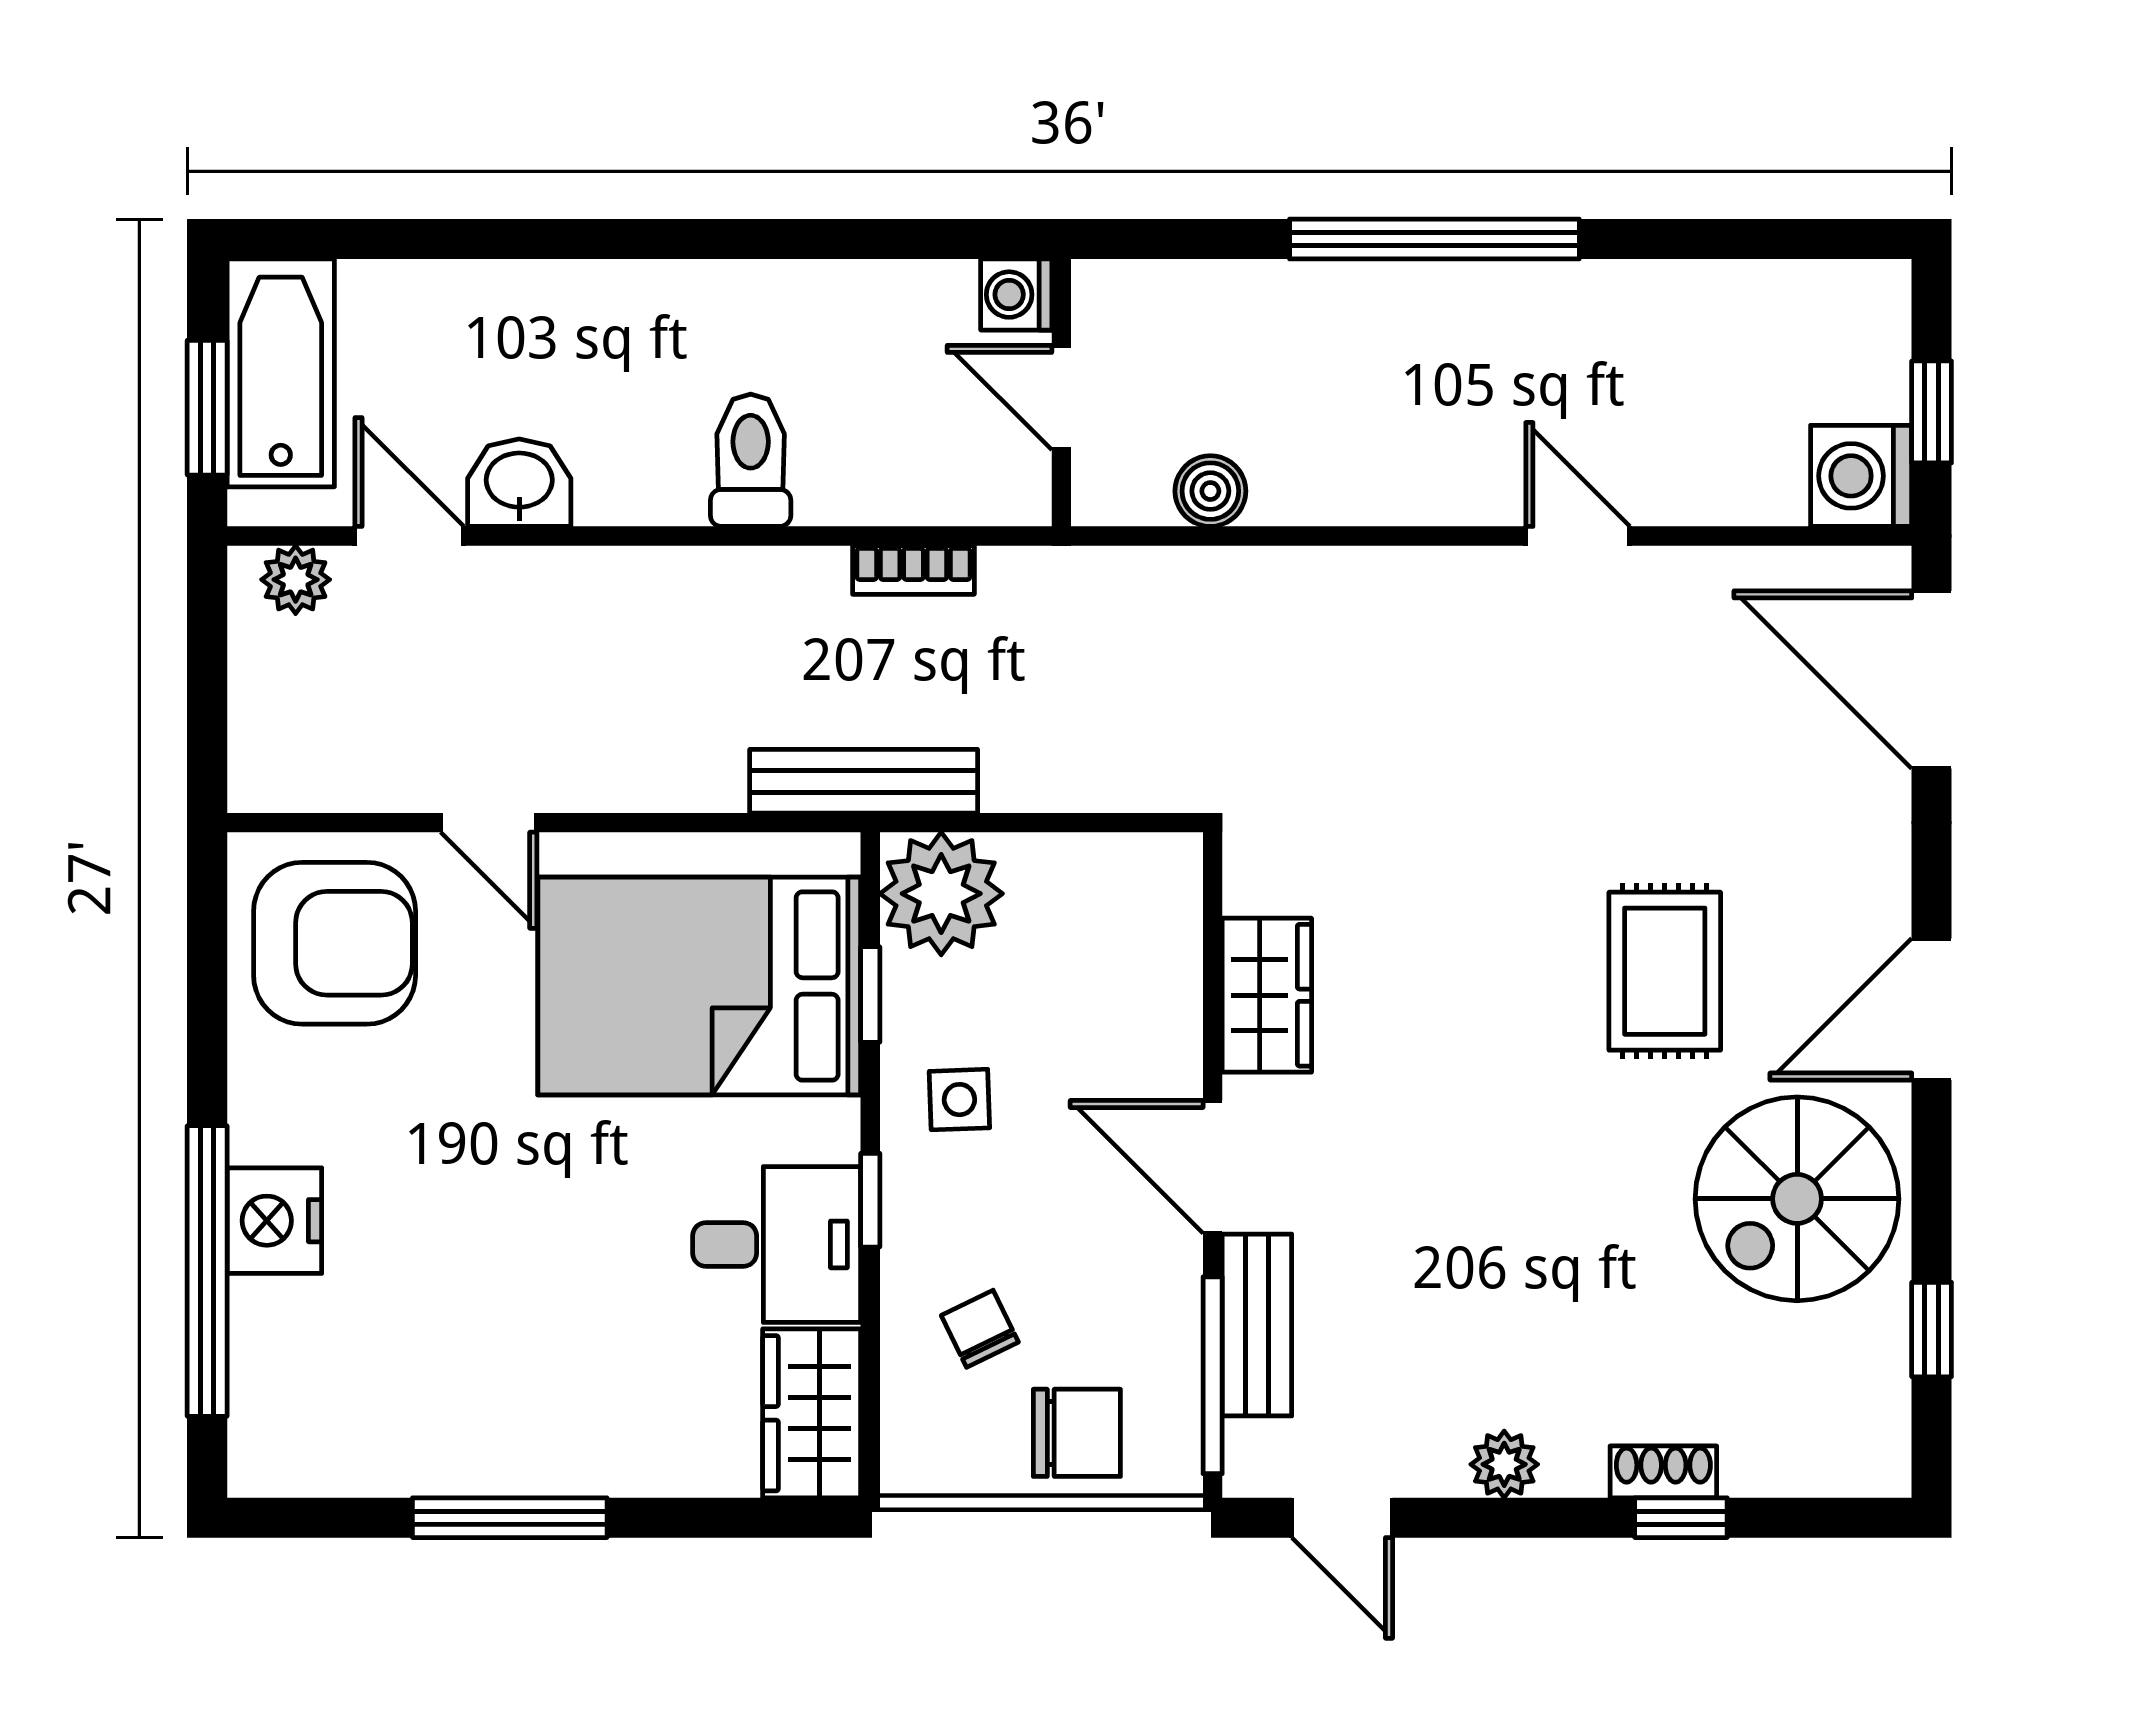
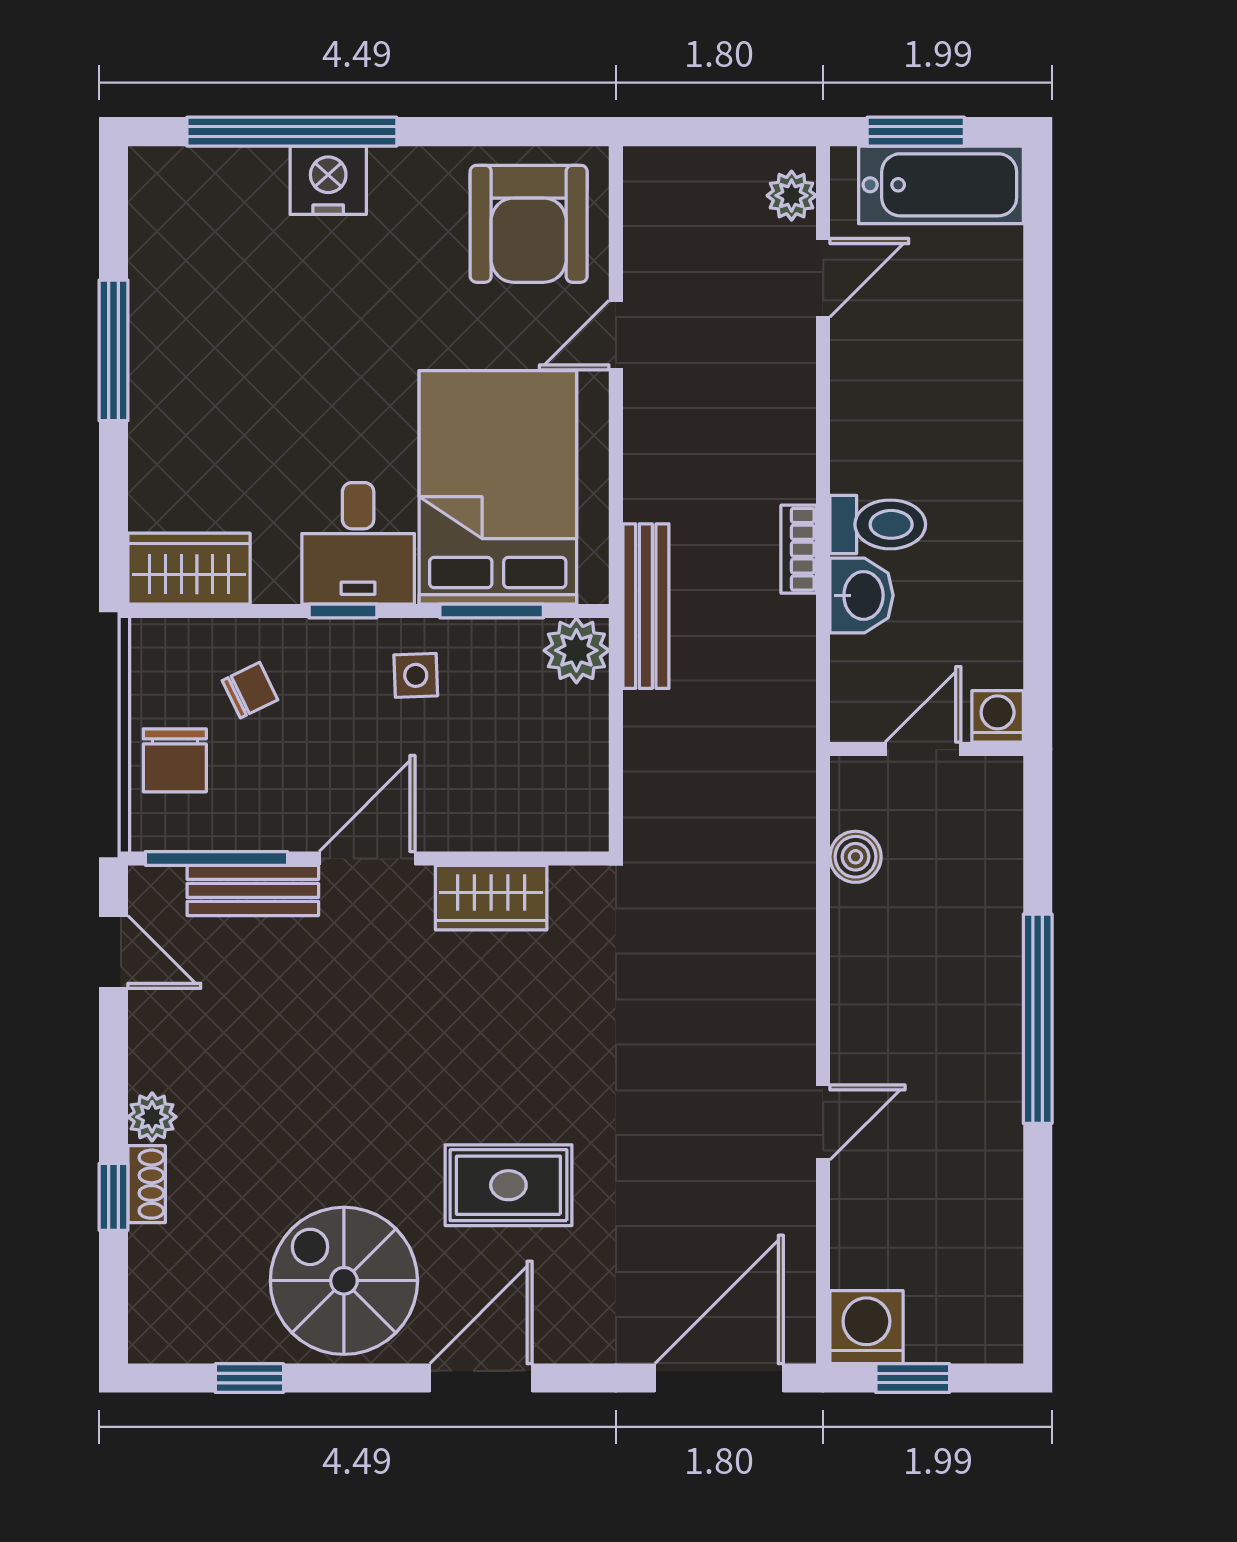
washbasin: (519, 483) -> (862, 595), moved
bookcase: (913, 570) -> (799, 549), moved
plant: (941, 894) -> (576, 650), width x0.73, depth x0.73
window: (870, 995) -> (492, 611), width x1.50
door: (1932, 1009) -> (481, 1378), hinge flipped
desk: (777, 1244) -> (358, 543), moved
plant: (1504, 1464) -> (152, 1117), moved
door: (1342, 1518) -> (113, 952), swing flipped

